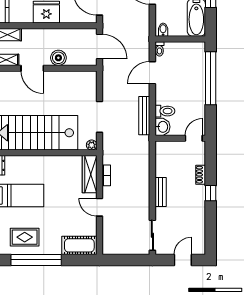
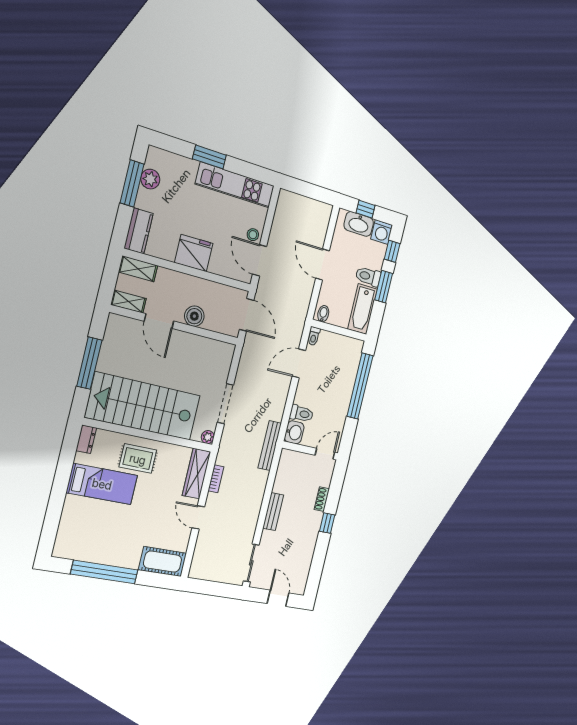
bench: (144, 116) -> (270, 446), moved
rug: (25, 237) -> (138, 459), moved
door: (183, 260) -> (278, 598), hinge flipped

